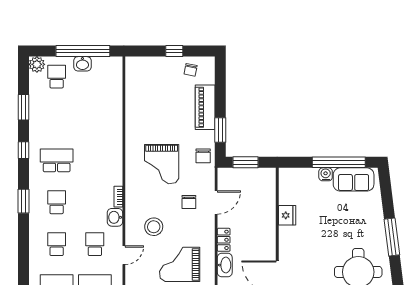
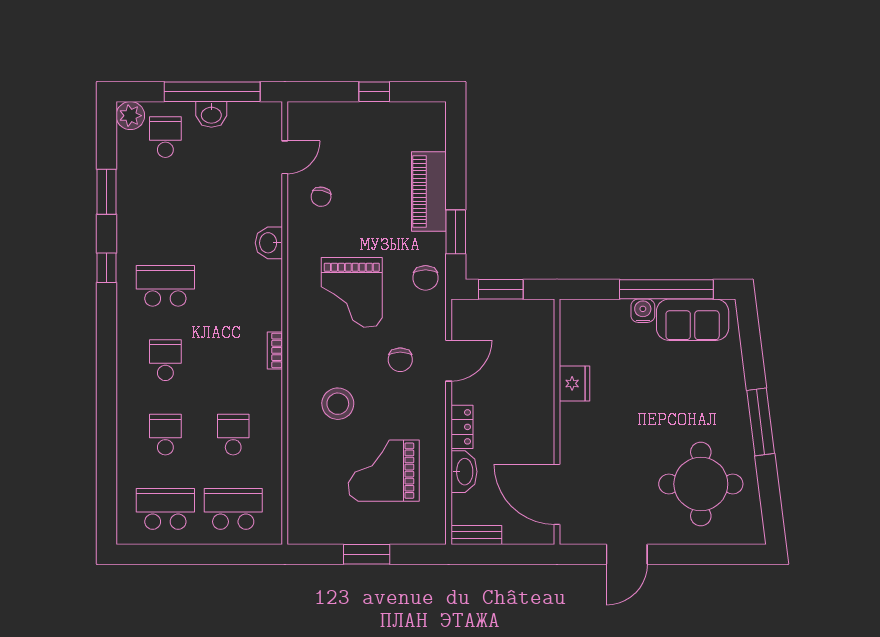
chair: (191, 70) -> (321, 197), moved
window: (23, 201) -> (107, 358), removed
washbasin: (115, 217) -> (269, 243), moved
door: (124, 255) -> (285, 157), moved

